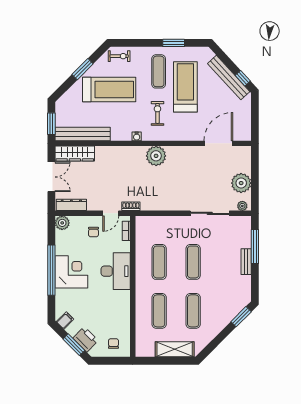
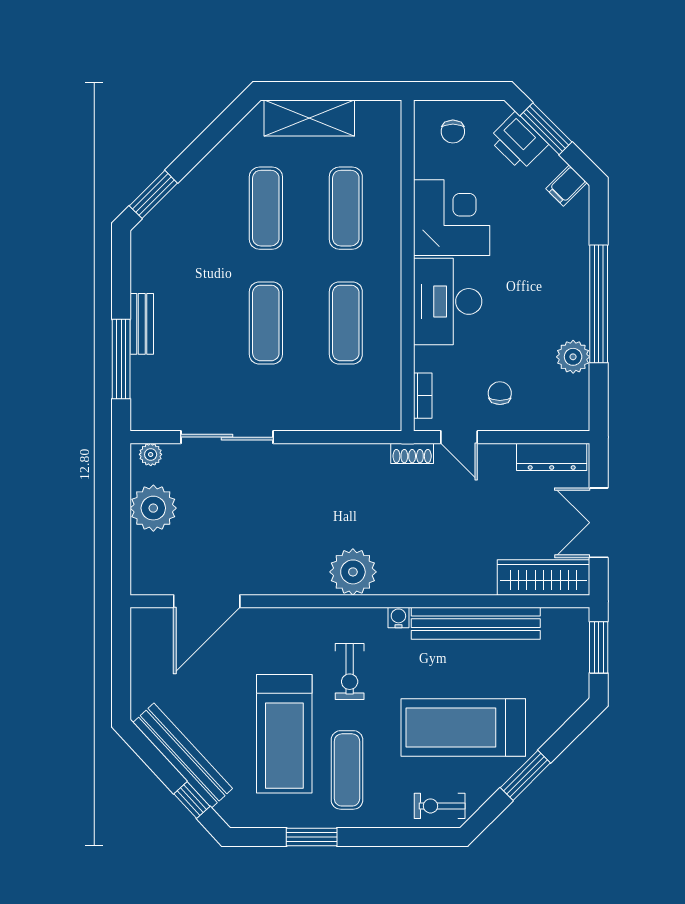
window: (243, 78) -> (192, 800), moved
bench: (83, 134) -> (476, 623), moved
door: (111, 213) -> (459, 437), swing flipped
plant: (62, 223) -> (573, 357), moved
corner desk: (71, 272) -> (452, 218), moved, turned 180

